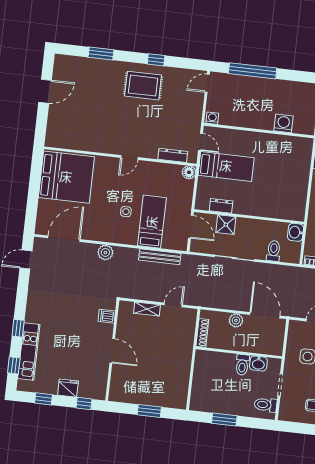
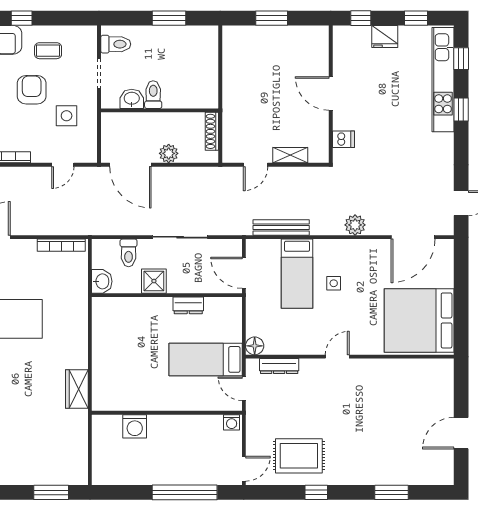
rug: (143, 86) -> (299, 456), moved
dresser: (221, 206) -> (188, 305), moved
shower: (226, 225) -> (154, 281), moved
kitchen unit: (29, 352) -> (443, 80), width x1.36

